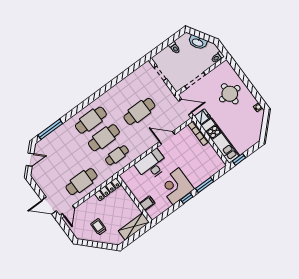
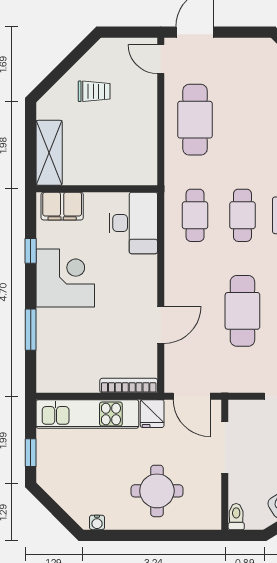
door: (185, 107) -> (192, 396), hinge flipped
cafe table: (104, 138) -> (242, 215), width x0.73, depth x0.74
window: (239, 159) -> (31, 453), moved
desk: (152, 165) -> (133, 223), moved
locker: (108, 189) -> (148, 155), removed
window: (187, 198) -> (31, 251), moved
filing cabinet: (147, 203) -> (62, 206), width x2.00

